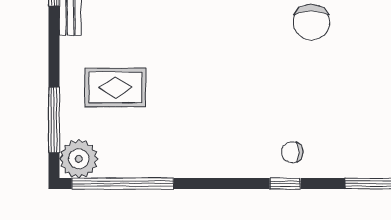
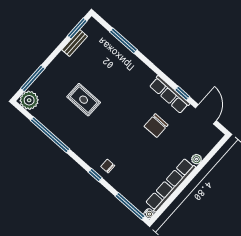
rug: (115, 87) -> (84, 100), moved
window: (123, 184) -> (50, 135), moved

